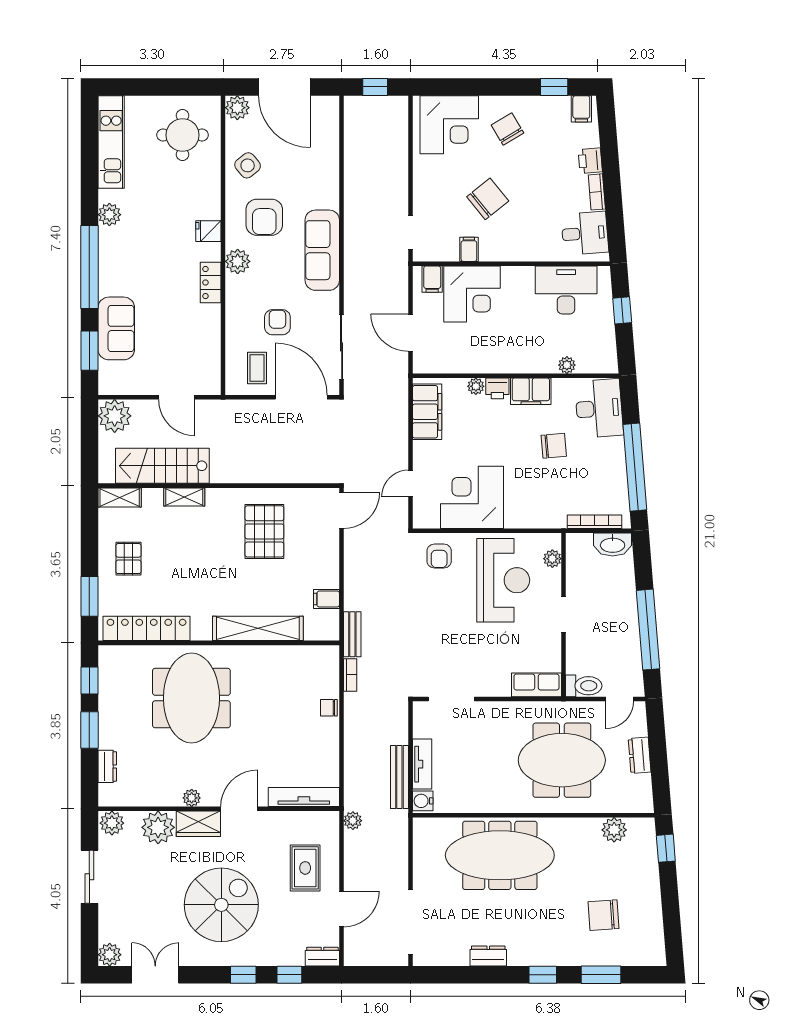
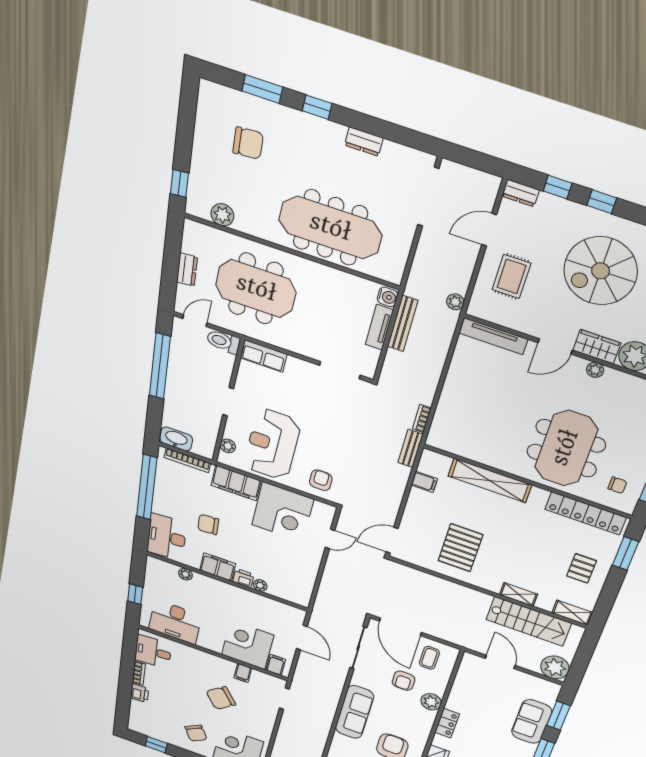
filing cabinet: (581, 109) -> (139, 725), removed
plant: (238, 261) -> (431, 702), moved
filing cabinet: (427, 412) -> (236, 483), moved, turned -90
chair: (329, 708) -> (617, 485), moved

